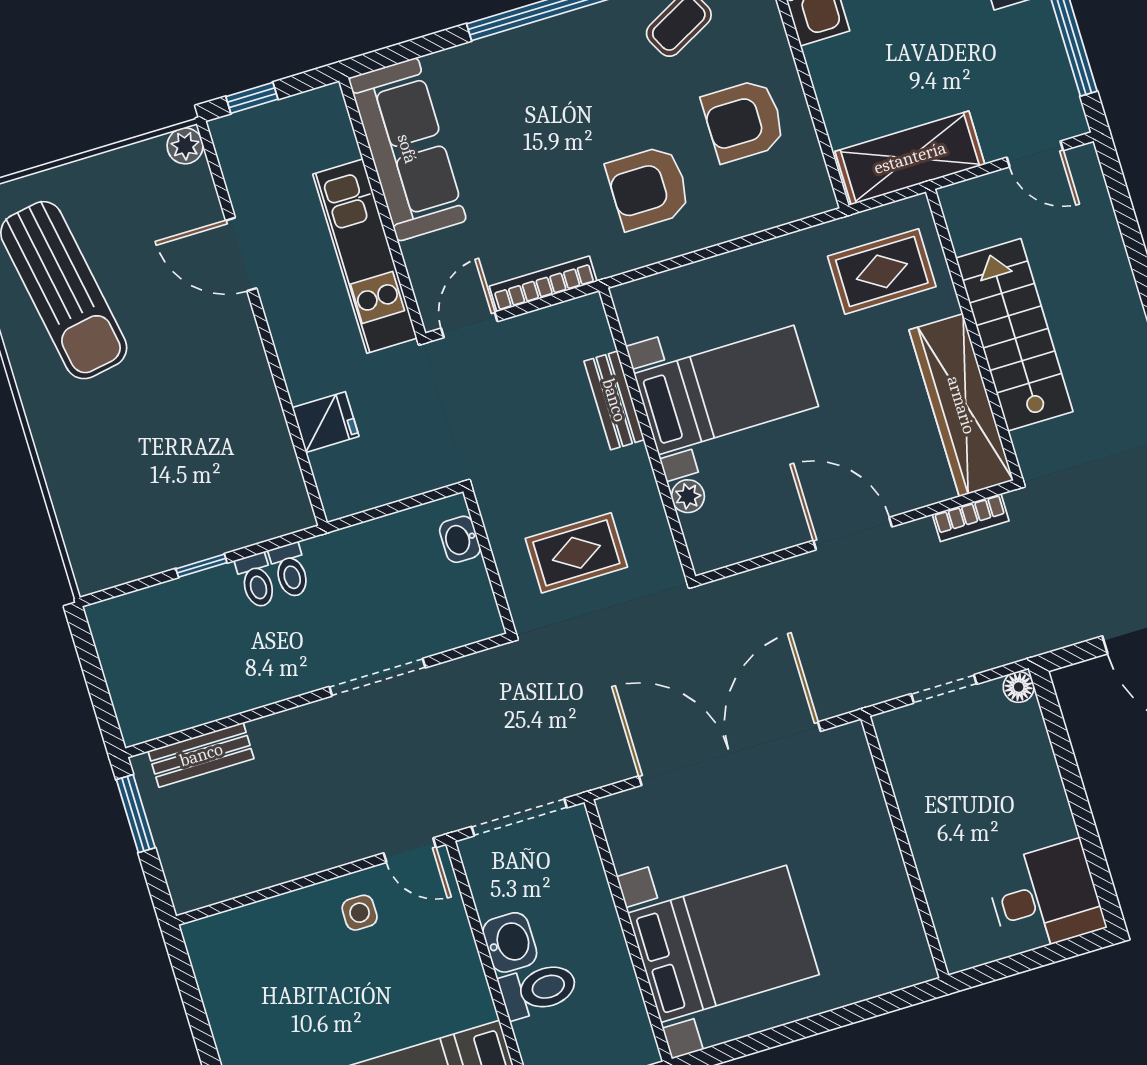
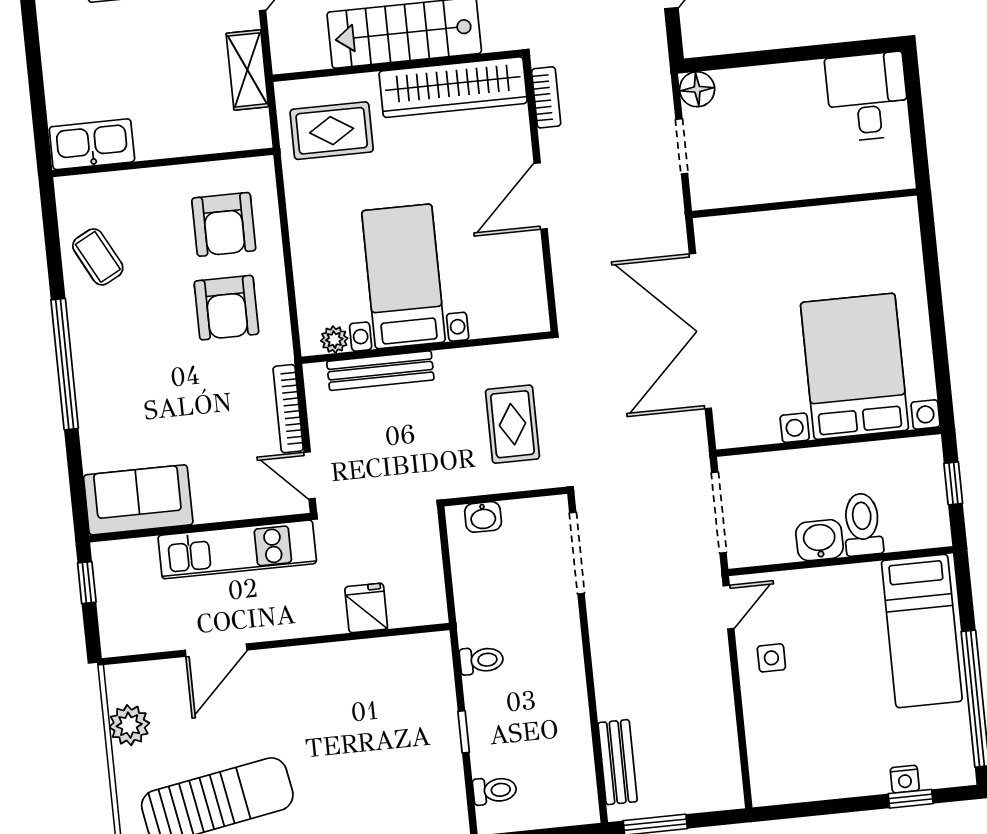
window: (252, 98) -> (87, 583), moved
armchair: (744, 121) -> (224, 224), moved
plant: (185, 146) -> (129, 725), moved, width x1.38, depth x1.38
sofa: (407, 149) -> (138, 500), width x0.73
shelving: (910, 158) -> (247, 70), width x0.67, depth x0.75
rug: (882, 271) -> (332, 131), turned 90
bench: (614, 400) -> (380, 371), width x1.36
plant: (688, 496) -> (334, 340), moved
toilet: (256, 581) -> (495, 790), moved
doorway: (377, 677) -> (577, 553), moved
floor lamp: (1019, 687) -> (697, 89), width x1.37, depth x1.37

